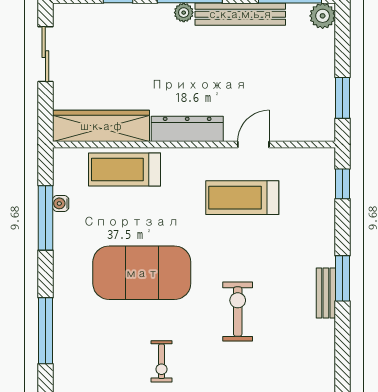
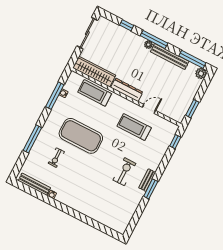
sliding door: (45, 54) -> (87, 33), width x1.37
window: (343, 278) -> (151, 189), moved
exercise bike: (238, 312) -> (124, 172), moved
exercise bike: (161, 361) -> (56, 158), moved

